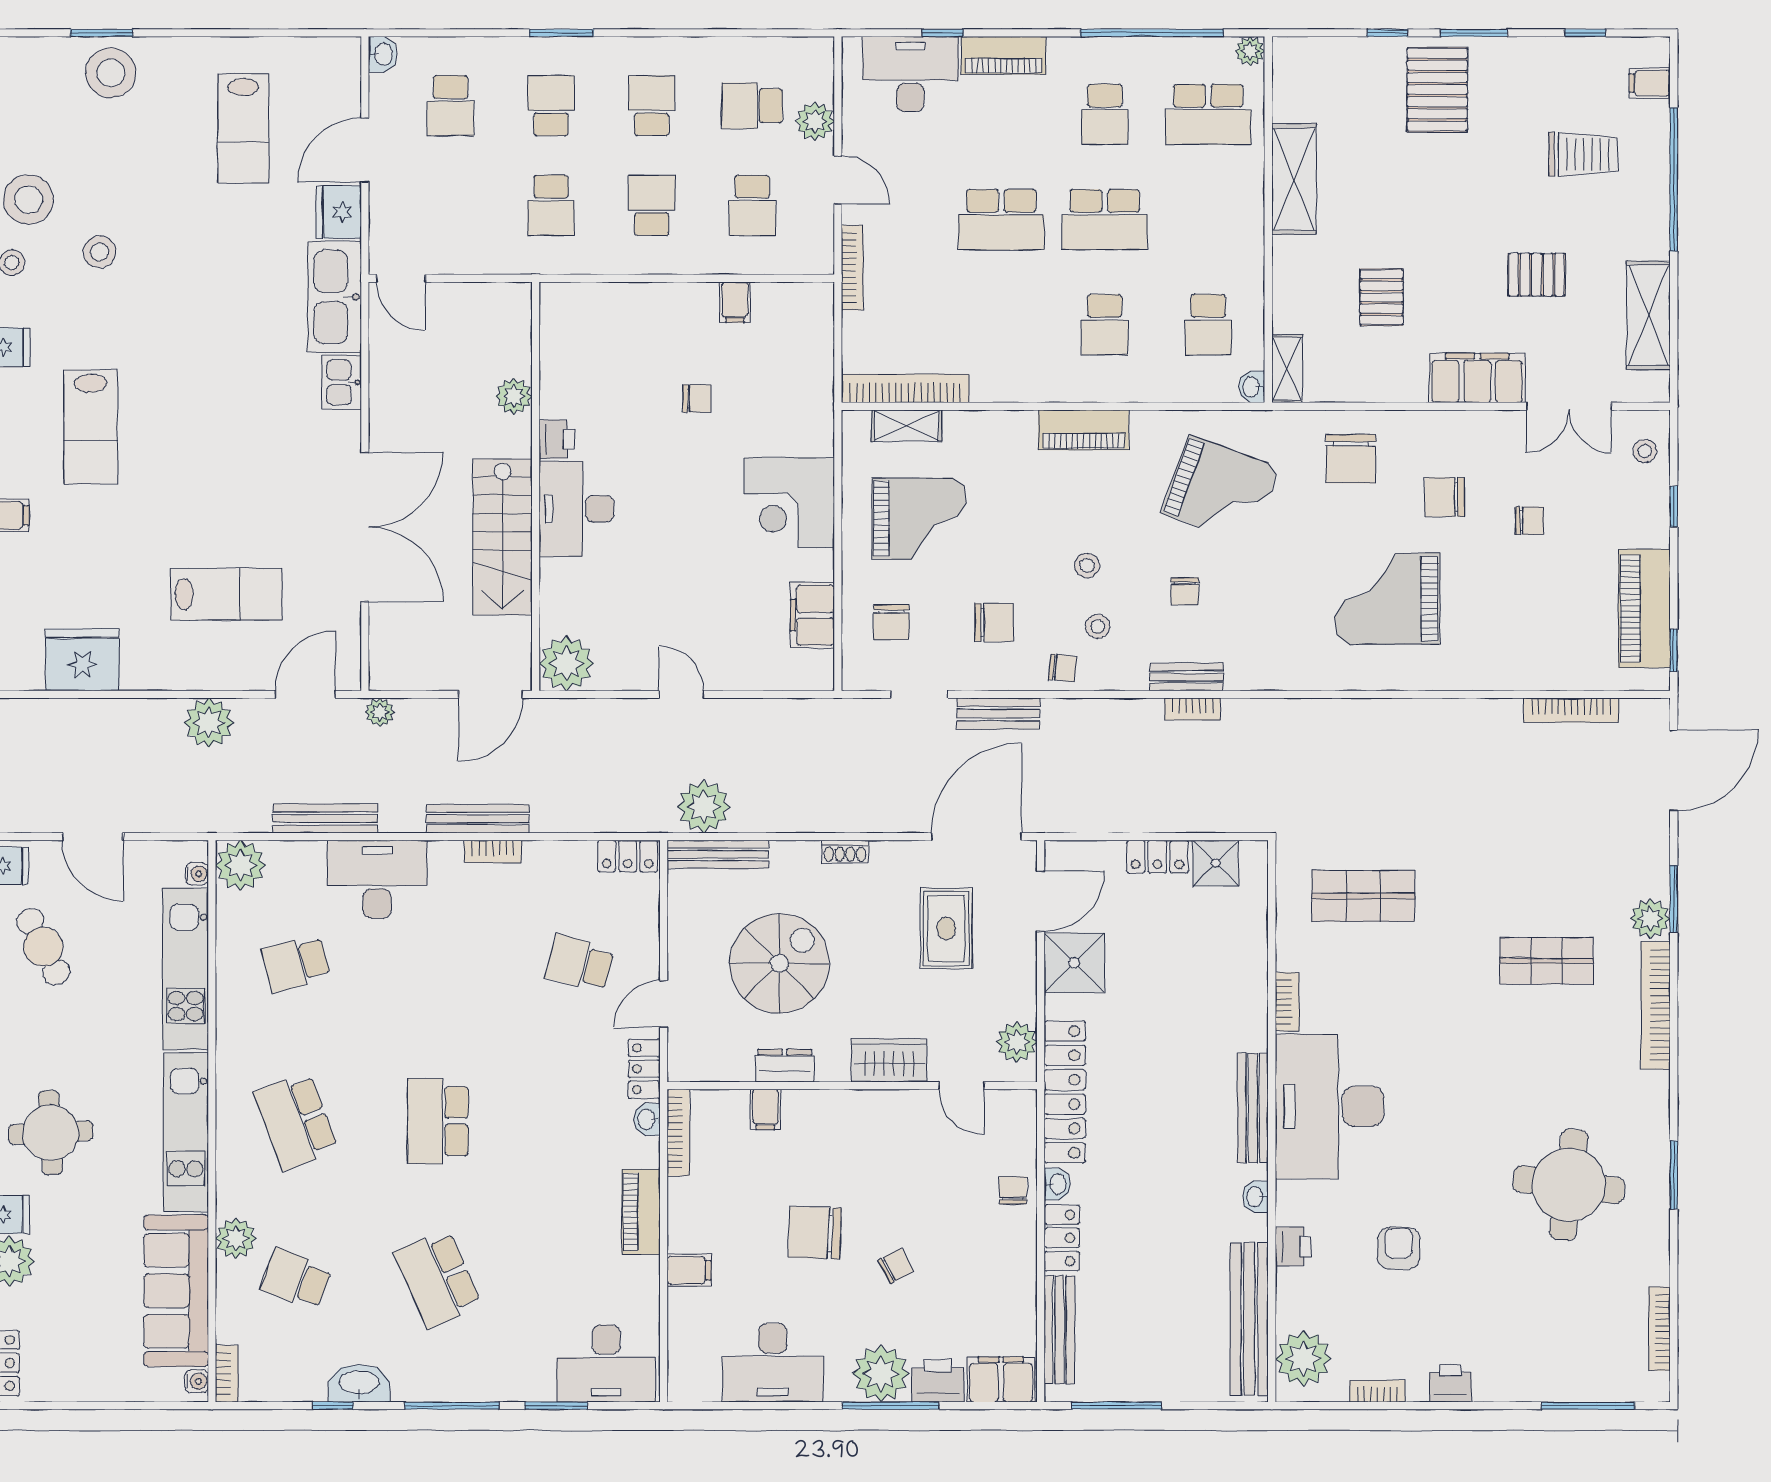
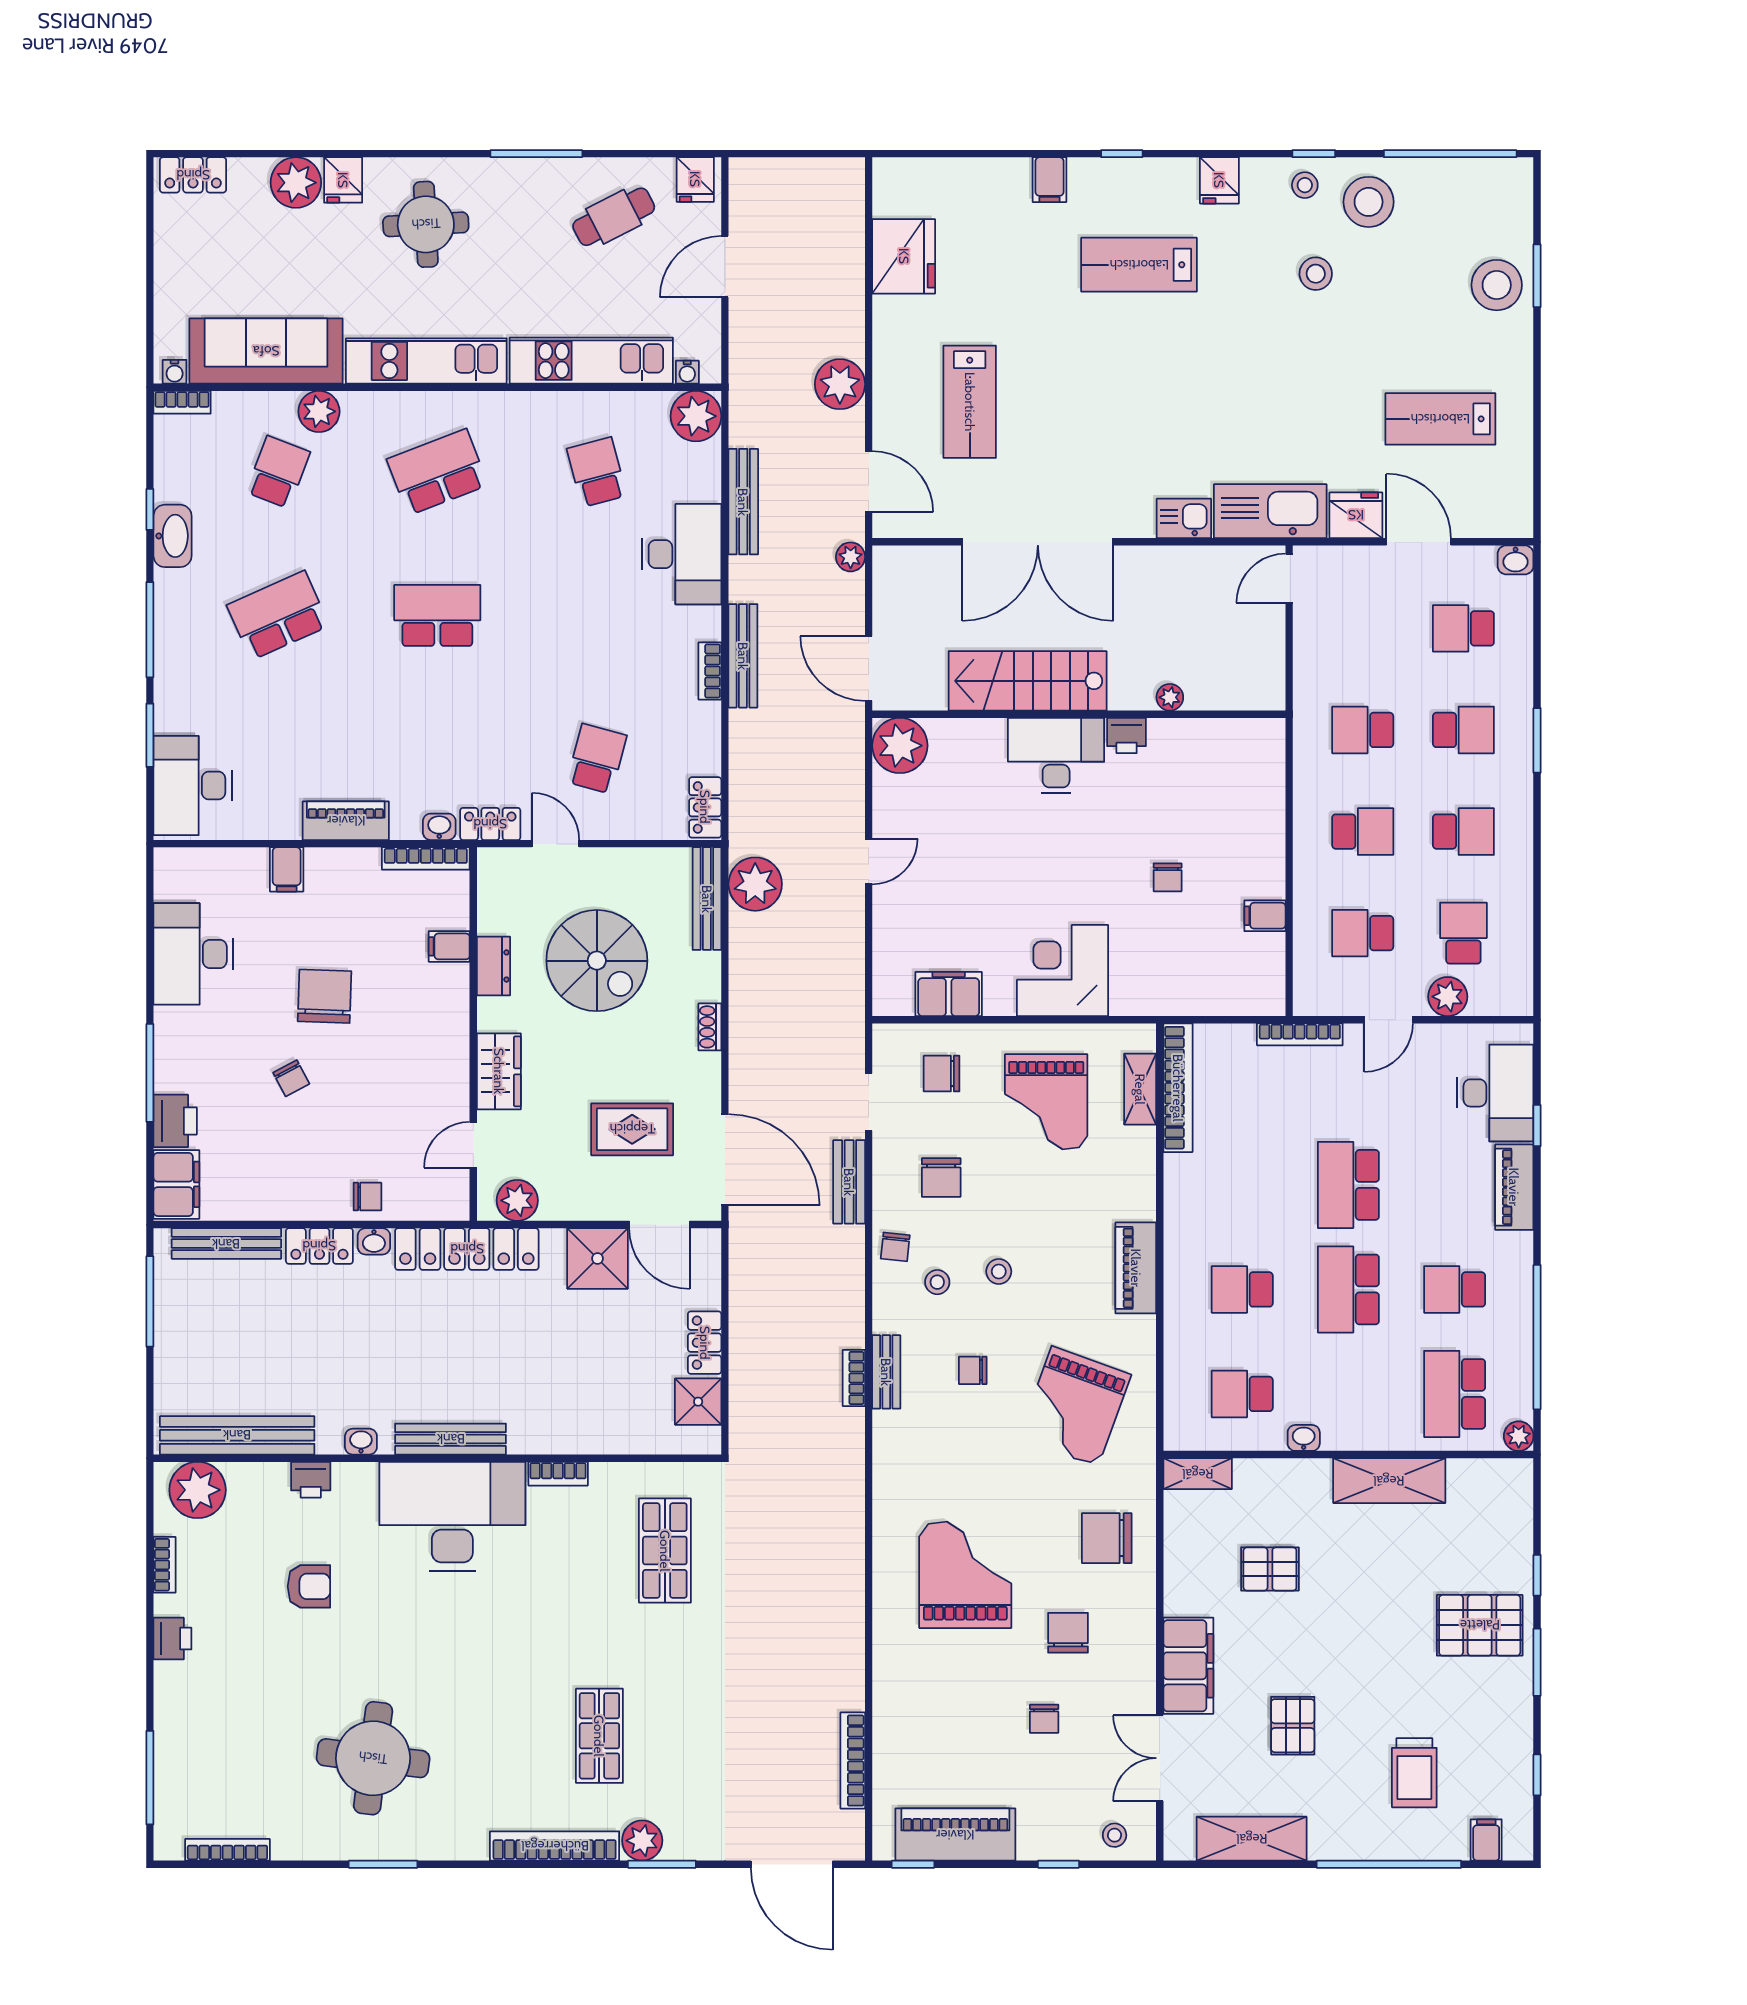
washbasin: (1252, 387) -> (1304, 1438), moved
plant: (514, 396) -> (1170, 697), width x0.73, depth x0.73
plant: (881, 1374) -> (182, 1063), removed

